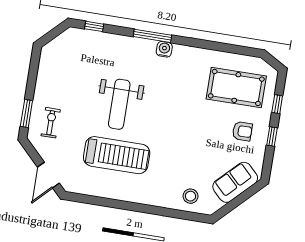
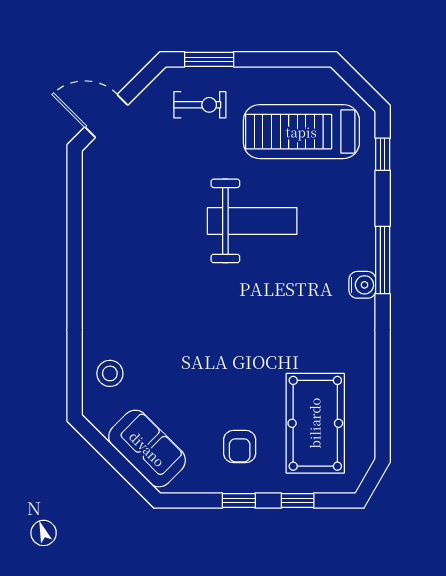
weight bench: (119, 104) -> (252, 221), turned 180
treadmill: (117, 155) -> (301, 132), moved, turned 90

